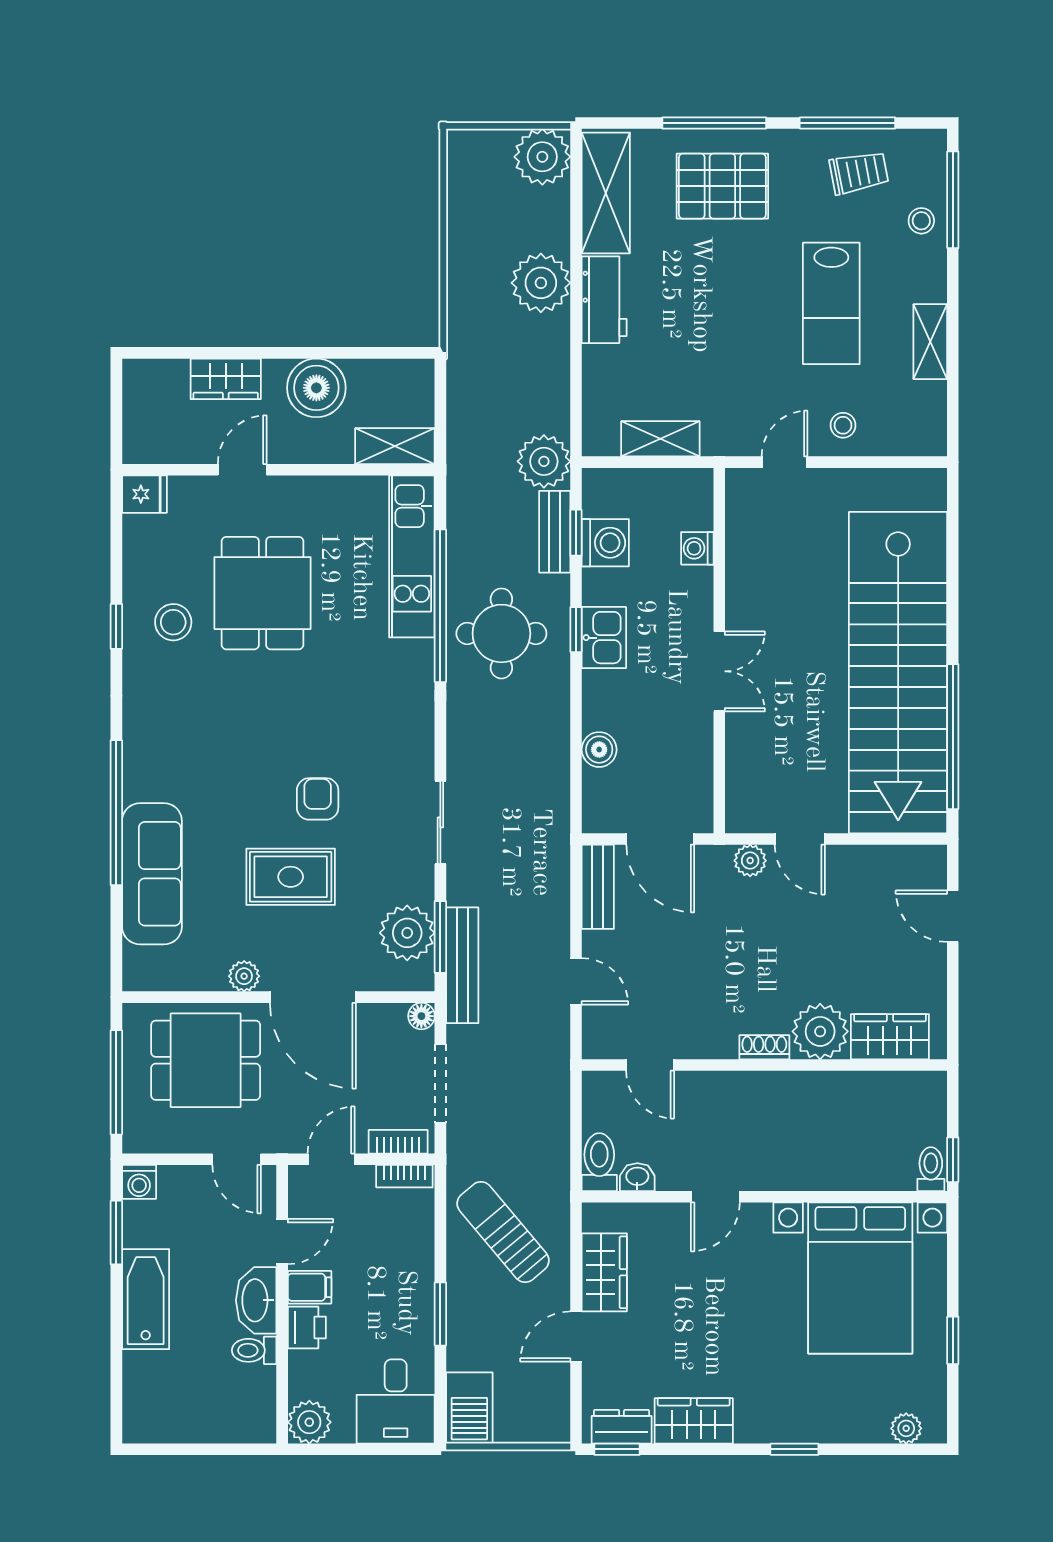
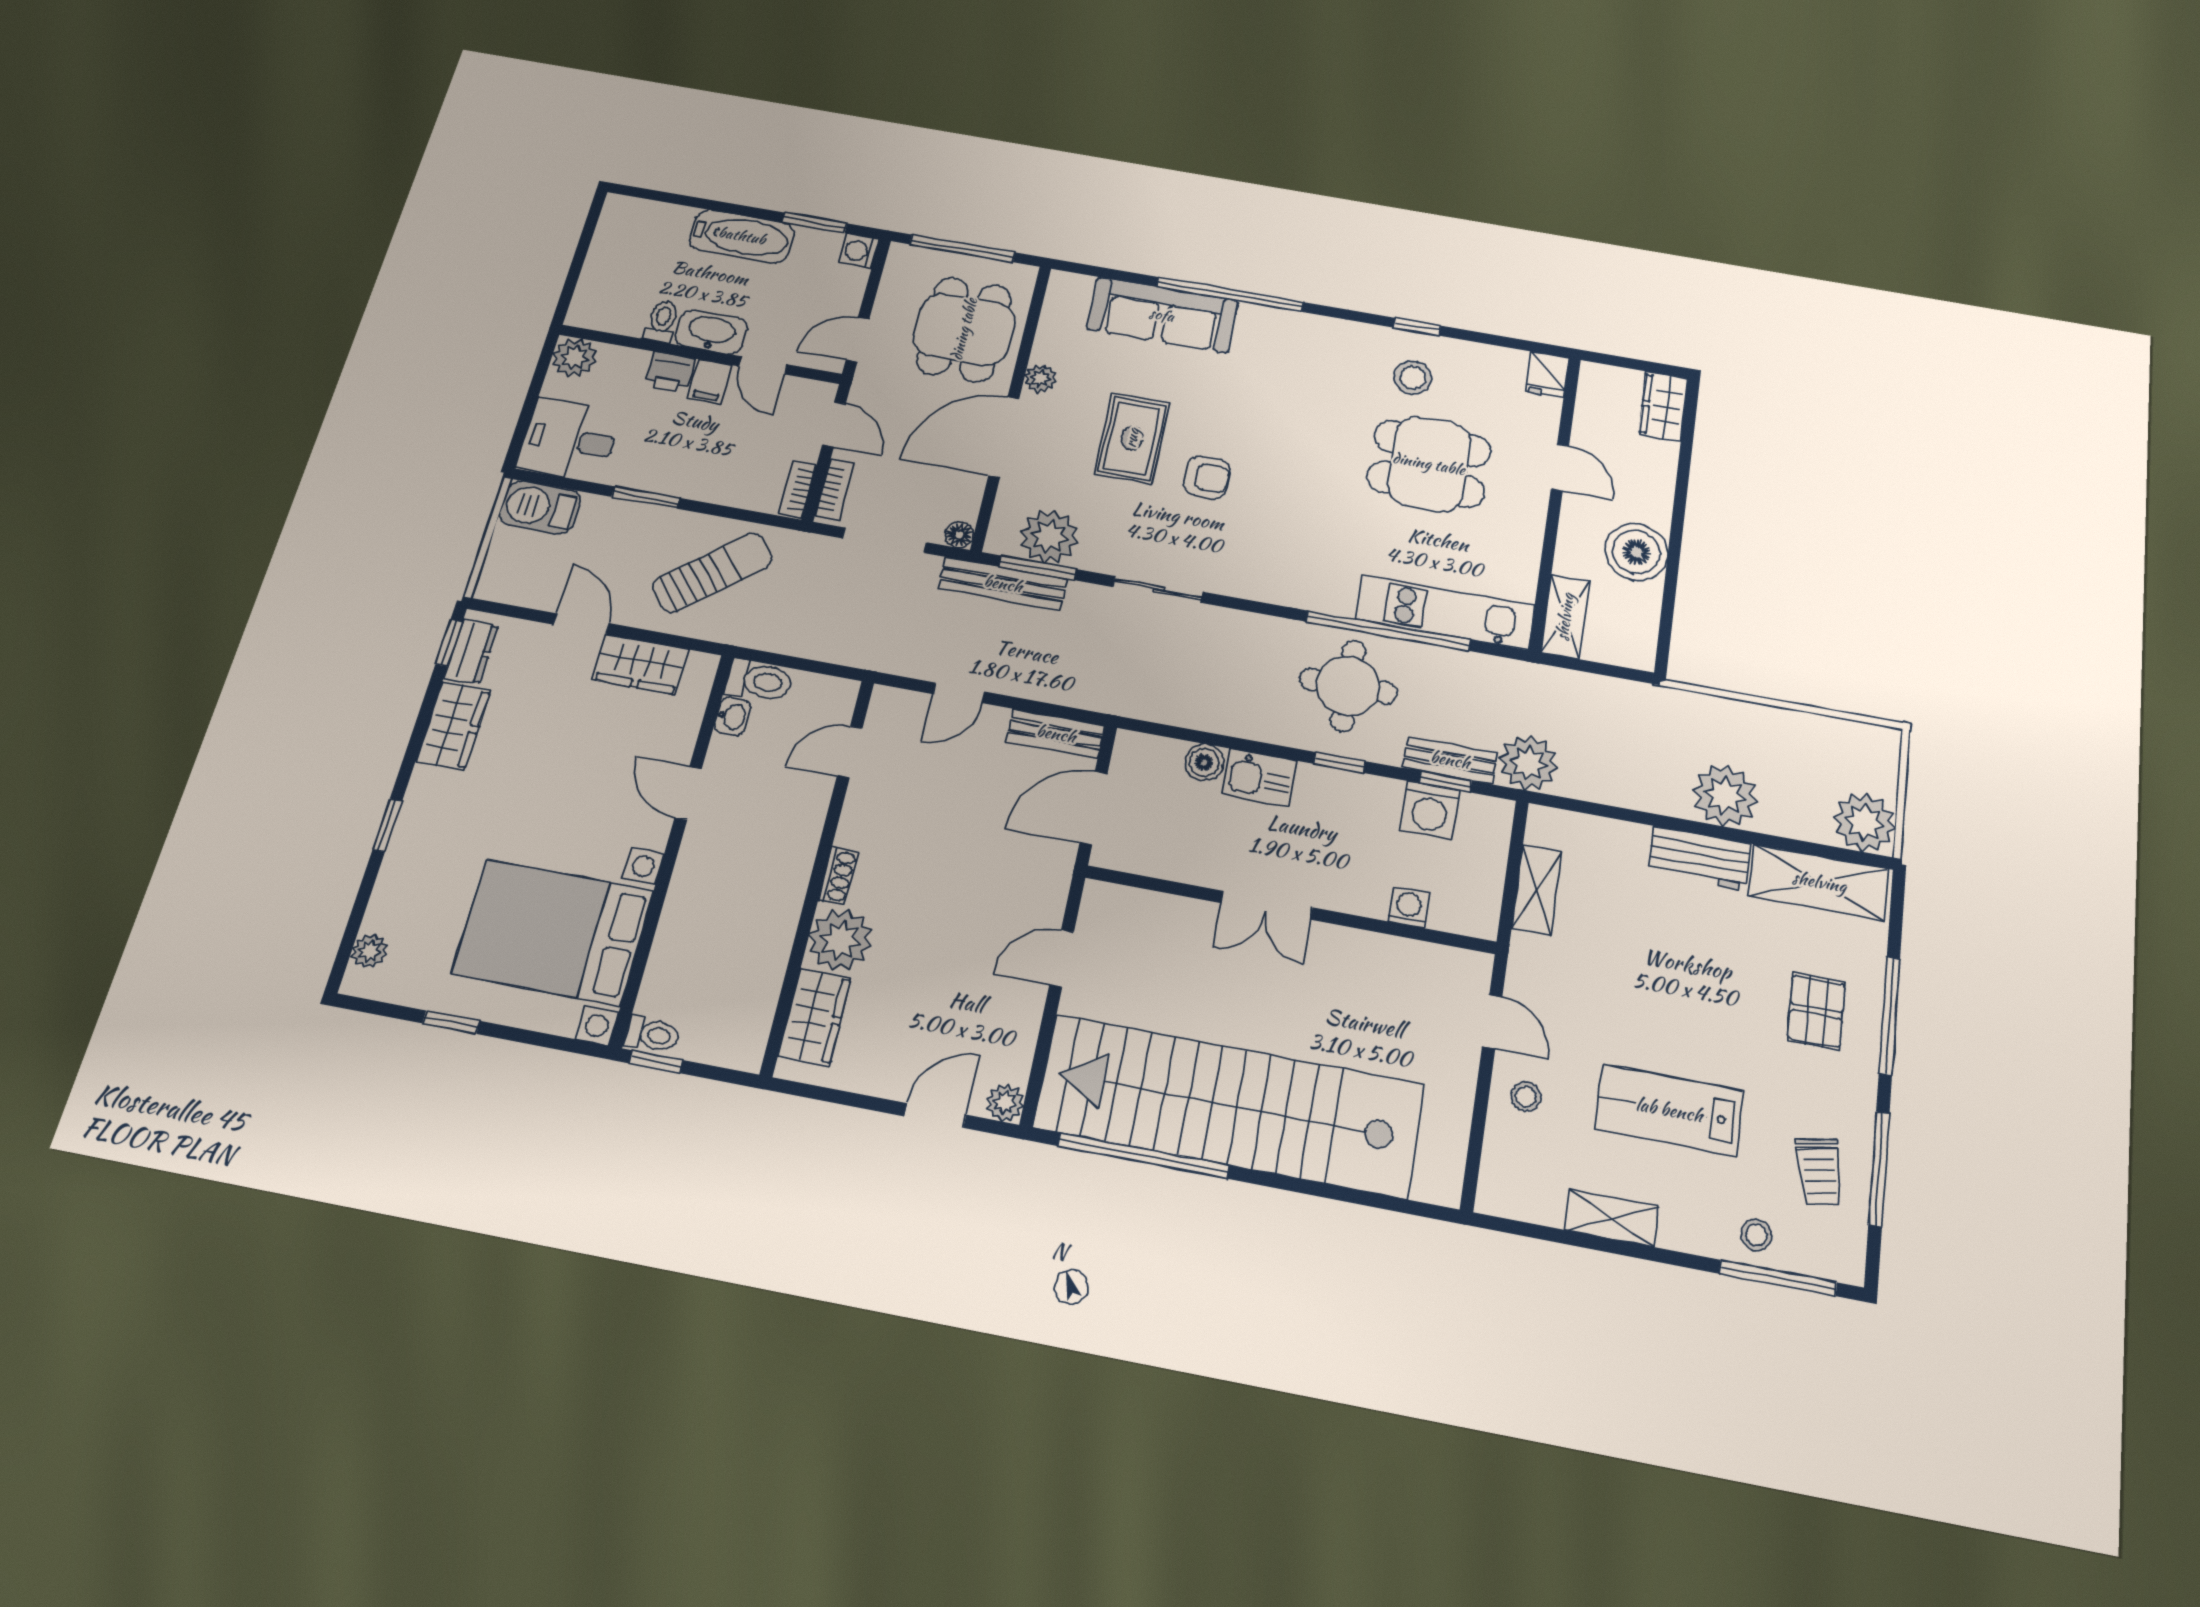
pallet: (722, 186) -> (1816, 1011), width x0.67, depth x0.71
wardrobe: (226, 379) -> (1664, 406), moved
kitchen sink: (604, 638) -> (1259, 777), moved
plant: (750, 861) -> (1005, 1103), moved

